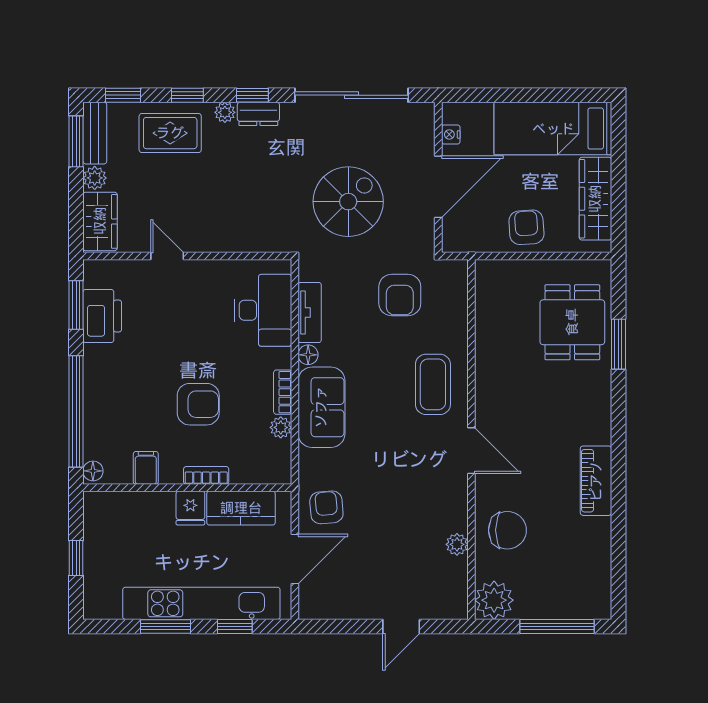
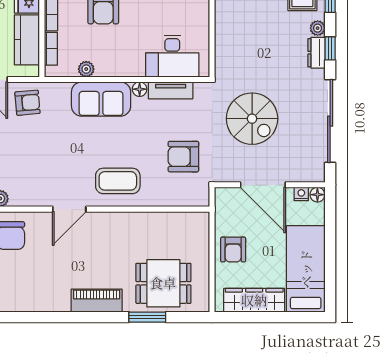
floor lamp: (452, 112) -> (317, 195), added
armchair: (526, 227) -> (233, 250), turned 94
bookcase: (283, 392) -> (51, 49), moved, turned 90
piano: (596, 481) -> (97, 301), moved

